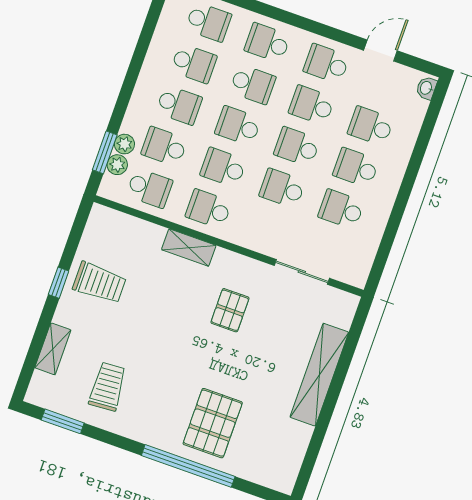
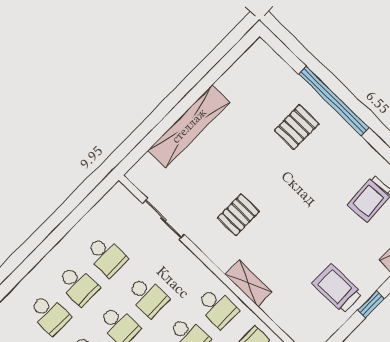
pallet: (213, 423) -> (297, 127), width x0.67, depth x0.71

